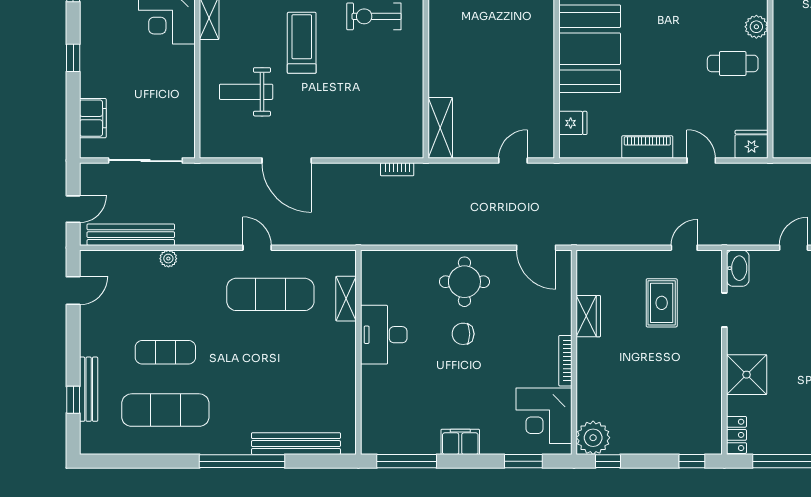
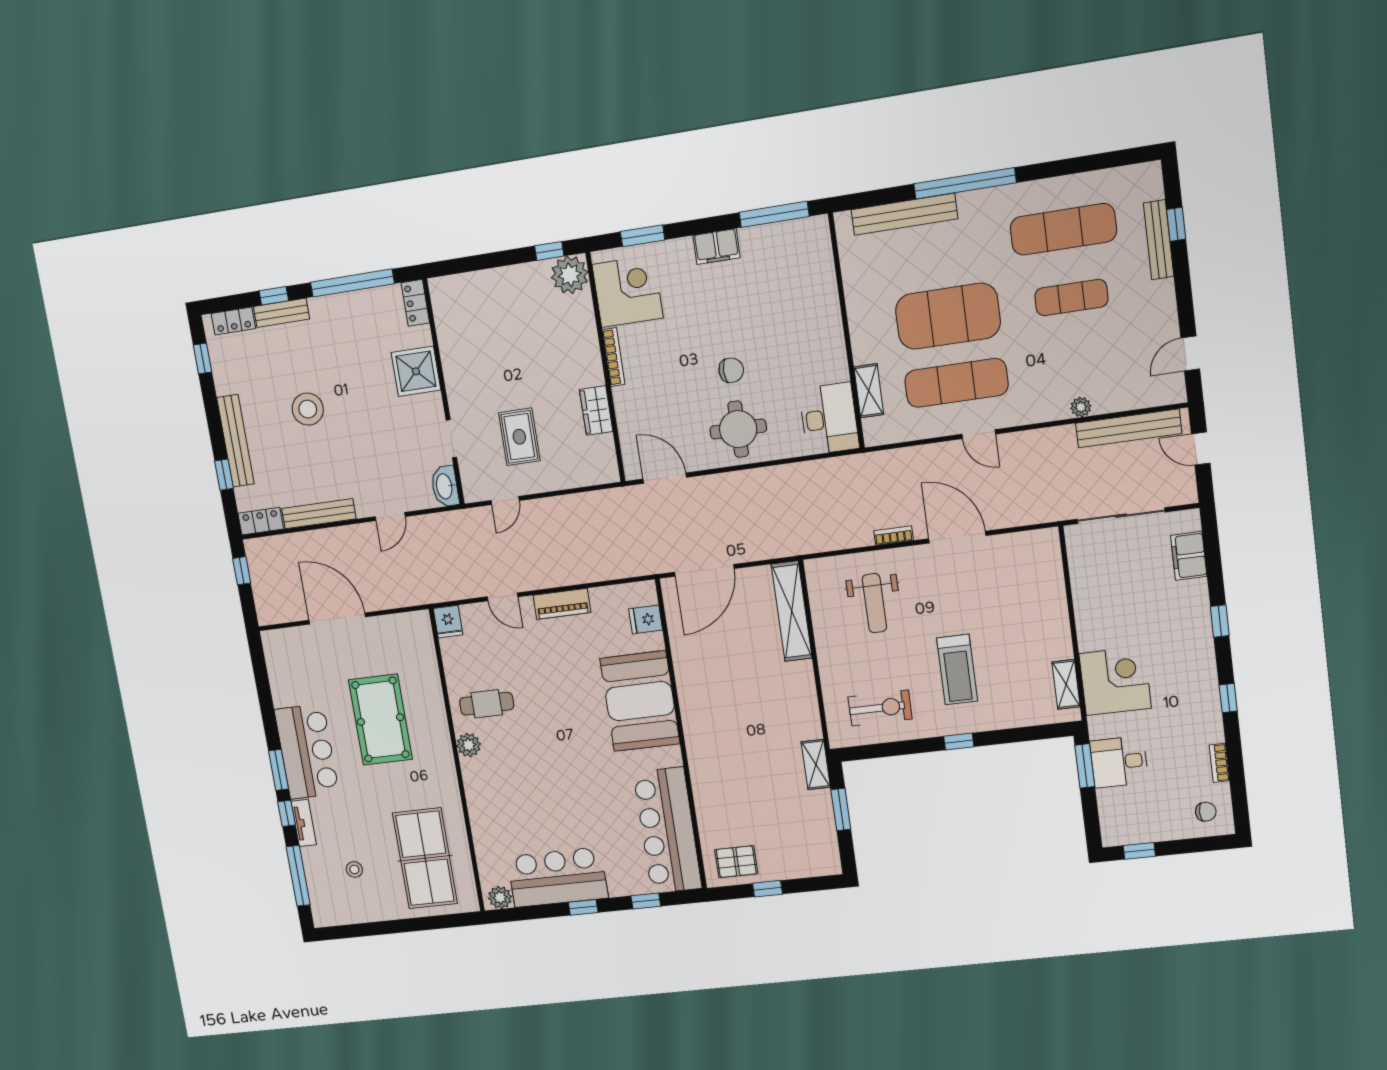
weight bench: (246, 92) -> (874, 603), moved, turned 90
shelving: (440, 128) -> (792, 611), width x1.47
fridge: (752, 144) -> (448, 622), width x0.72
door: (513, 161) -> (704, 570), width x1.87
bookcase: (397, 169) -> (894, 536), moved
door: (73, 209) -> (1201, 449), hinge flipped
desk: (384, 335) -> (829, 419), moved
exercise mat: (270, 352) -> (948, 316), added
window: (692, 461) -> (458, 266), removed

